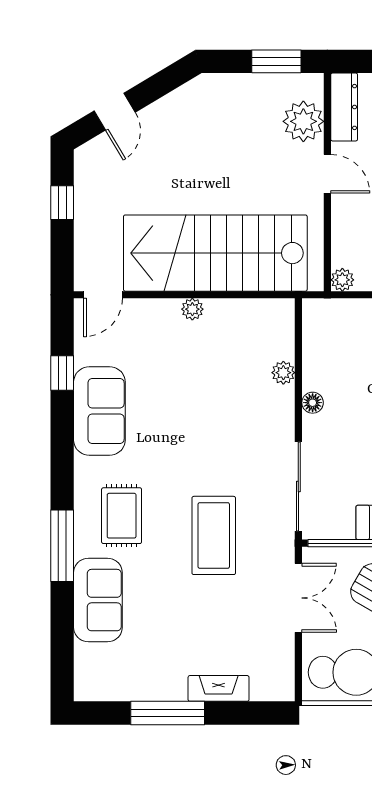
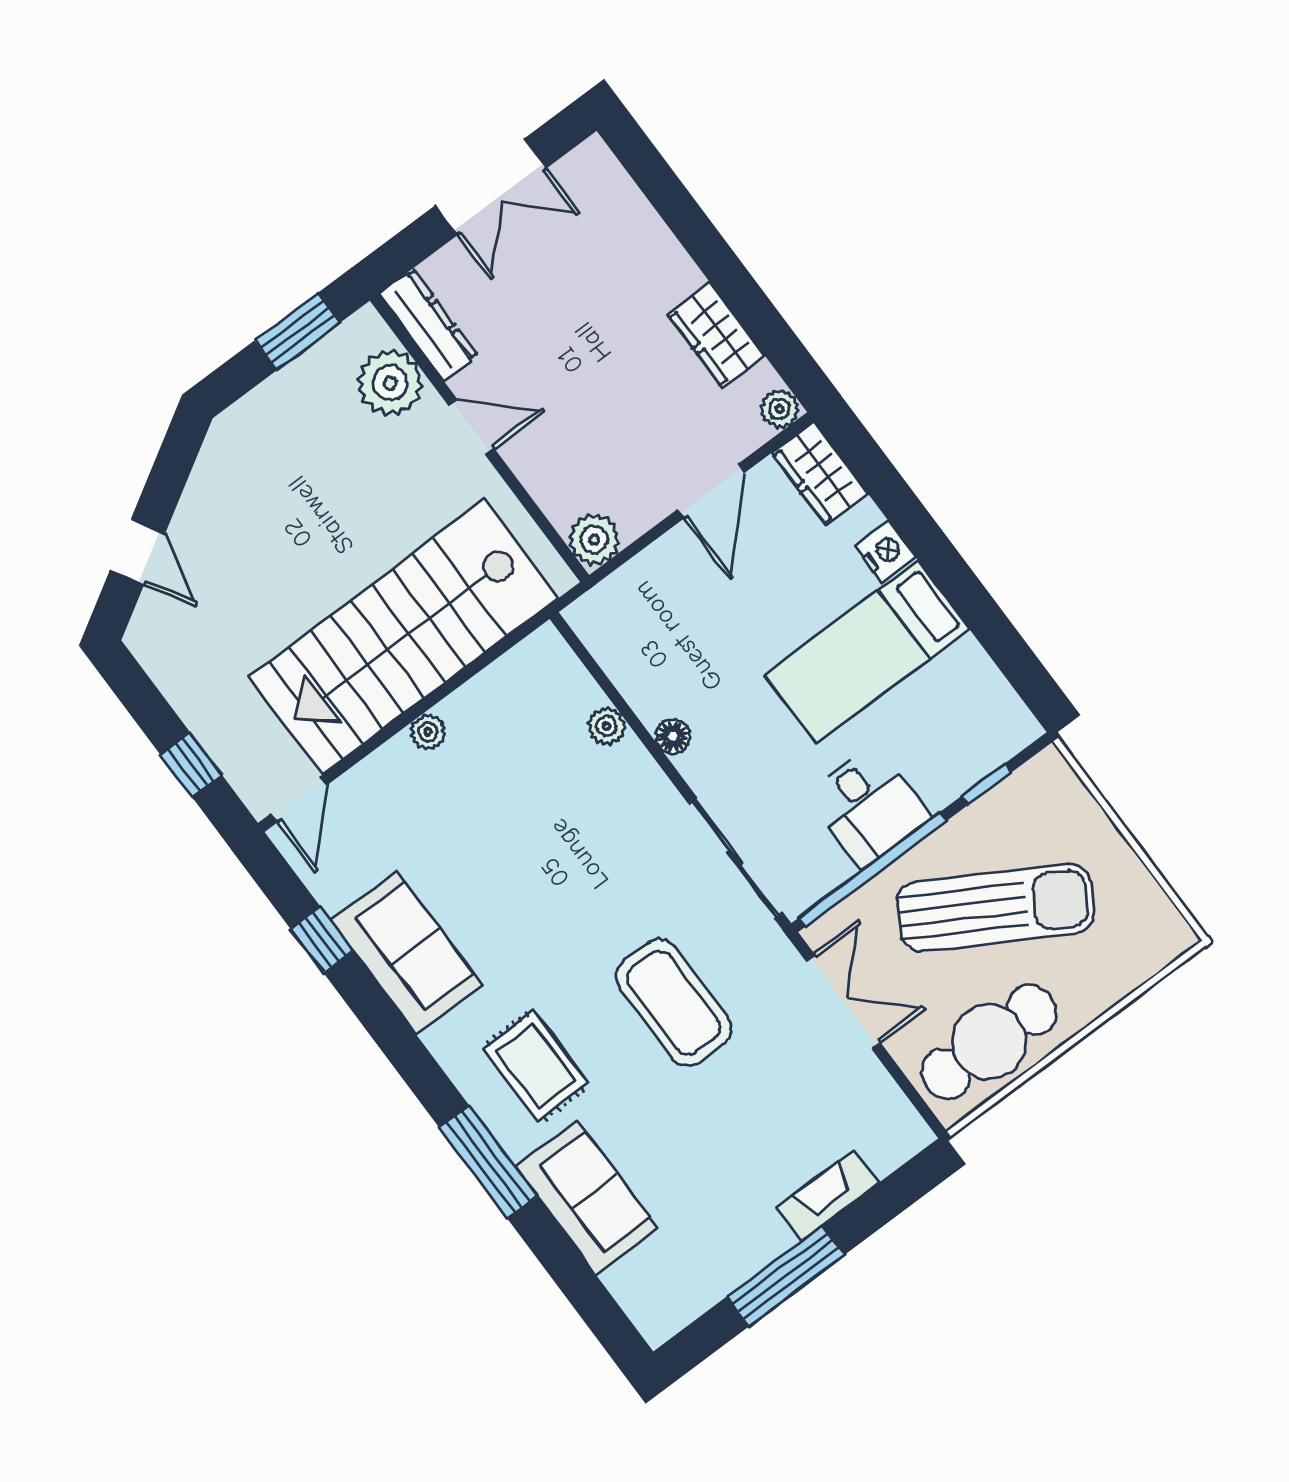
window: (62, 203) -> (191, 765), moved
plant: (342, 280) -> (594, 540), width x1.38, depth x1.38

